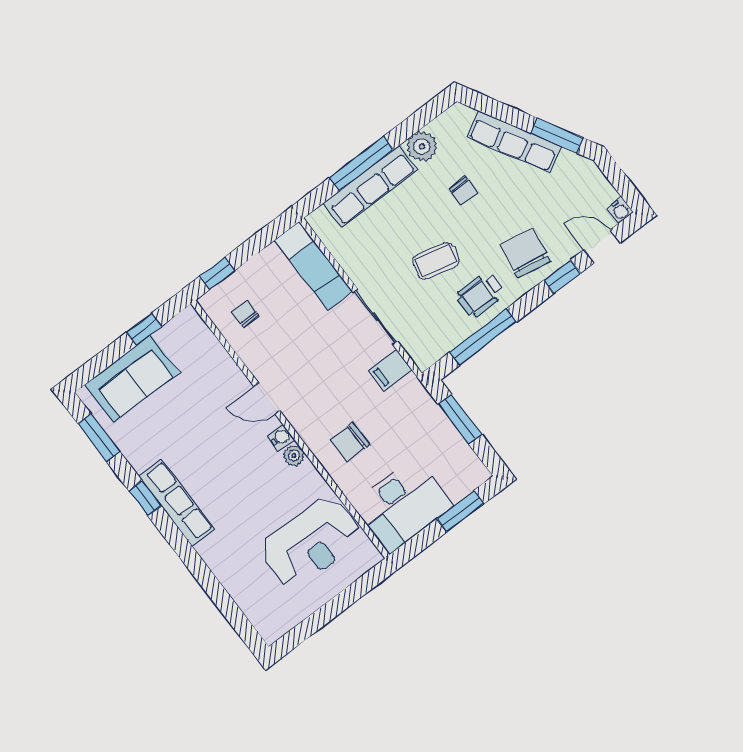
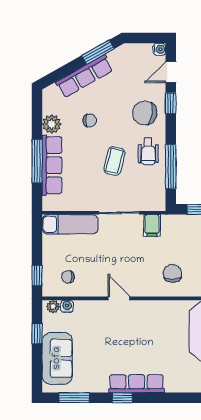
door: (267, 399) -> (119, 298), swing flipped
water cooler: (281, 437) -> (67, 306), moved
chair: (350, 442) -> (172, 273), turned 180
plant: (294, 455) -> (53, 307), moved

